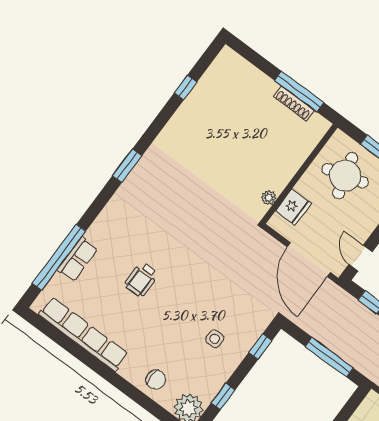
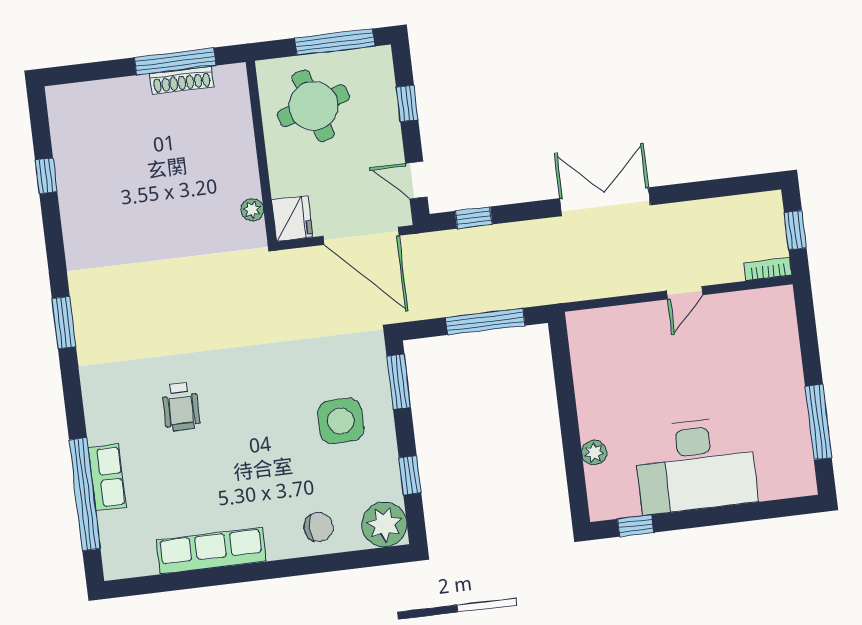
fridge: (293, 207) -> (292, 218), moved
wheelchair: (141, 279) -> (181, 407), moved
row of seats: (83, 334) -> (211, 551), width x0.73
side table: (215, 339) -> (341, 421), width x1.87, depth x1.87
window: (260, 347) -> (399, 382), width x1.50

